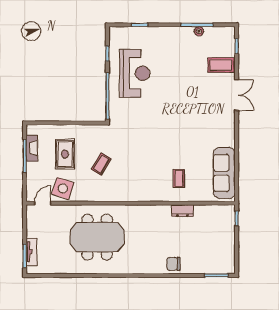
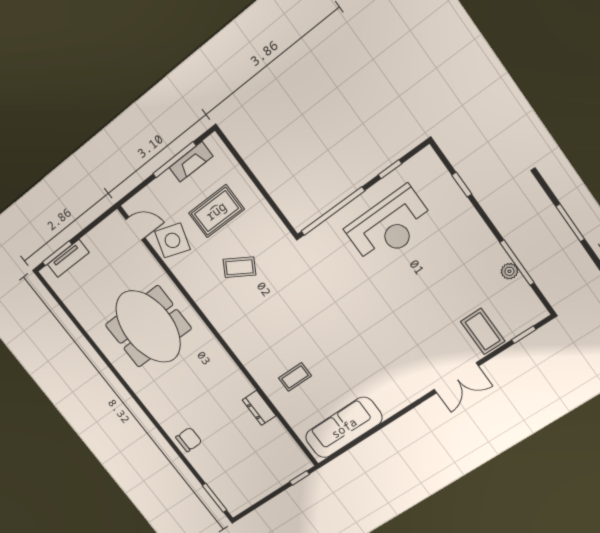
chair: (173, 264) -> (189, 440), turned 90

